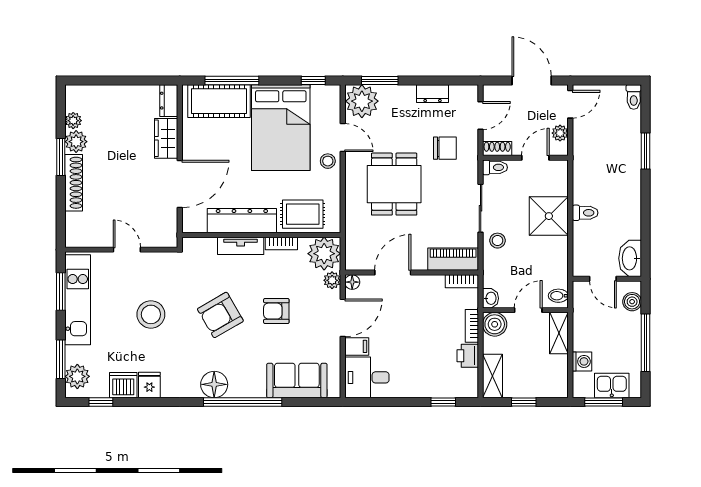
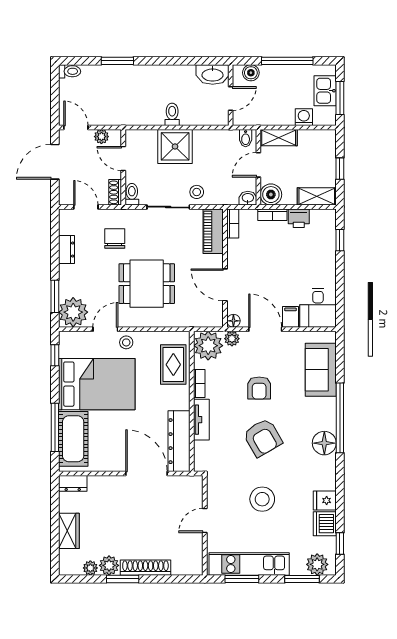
wardrobe: (166, 138) -> (69, 531), moved, turned -90
dresser: (242, 221) -> (179, 441), moved
door: (528, 310) -> (258, 165), hinge flipped

